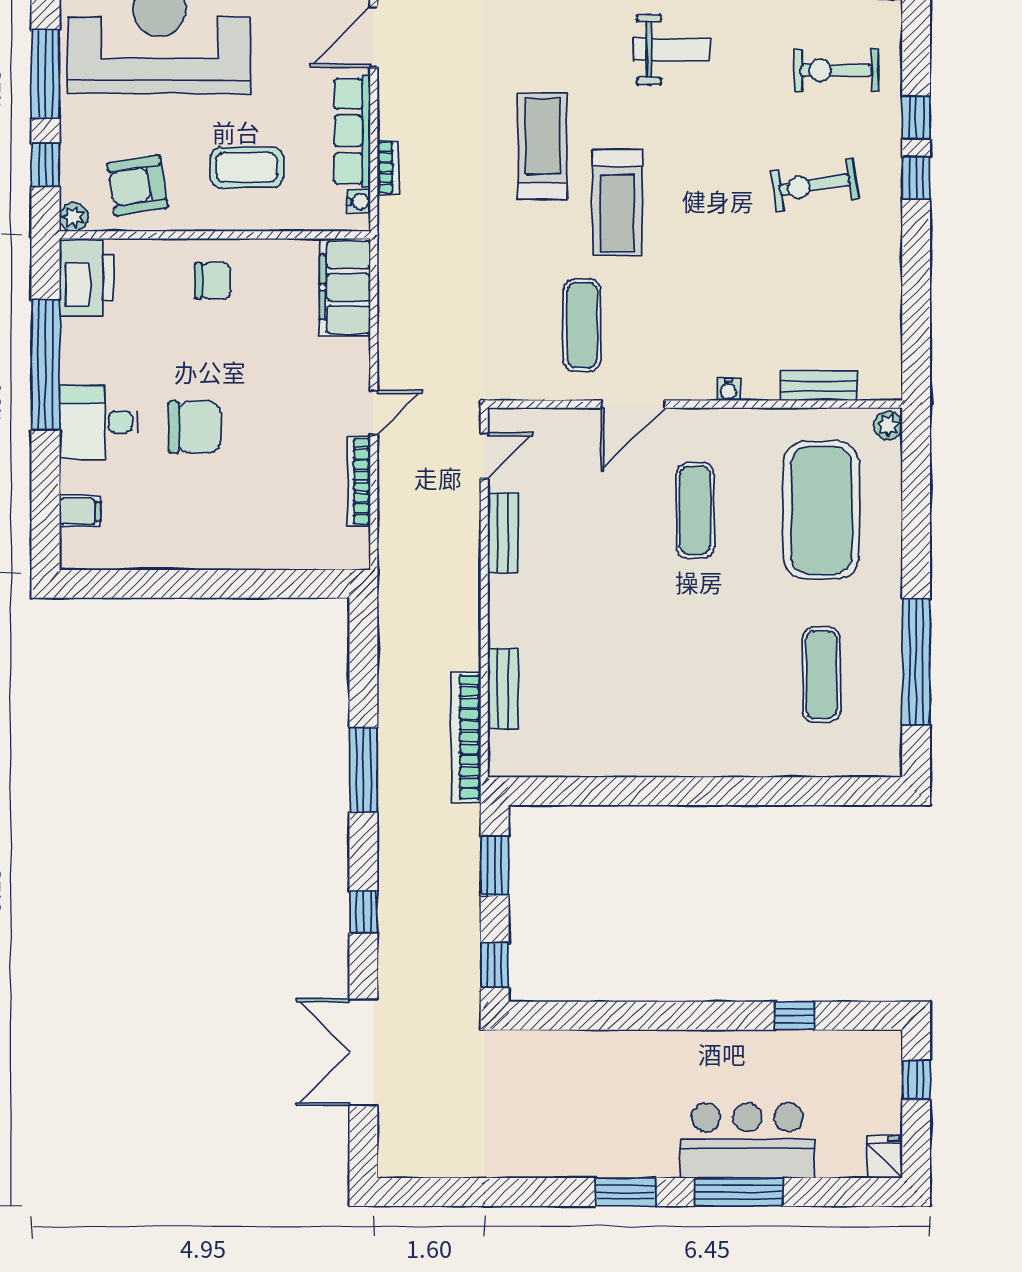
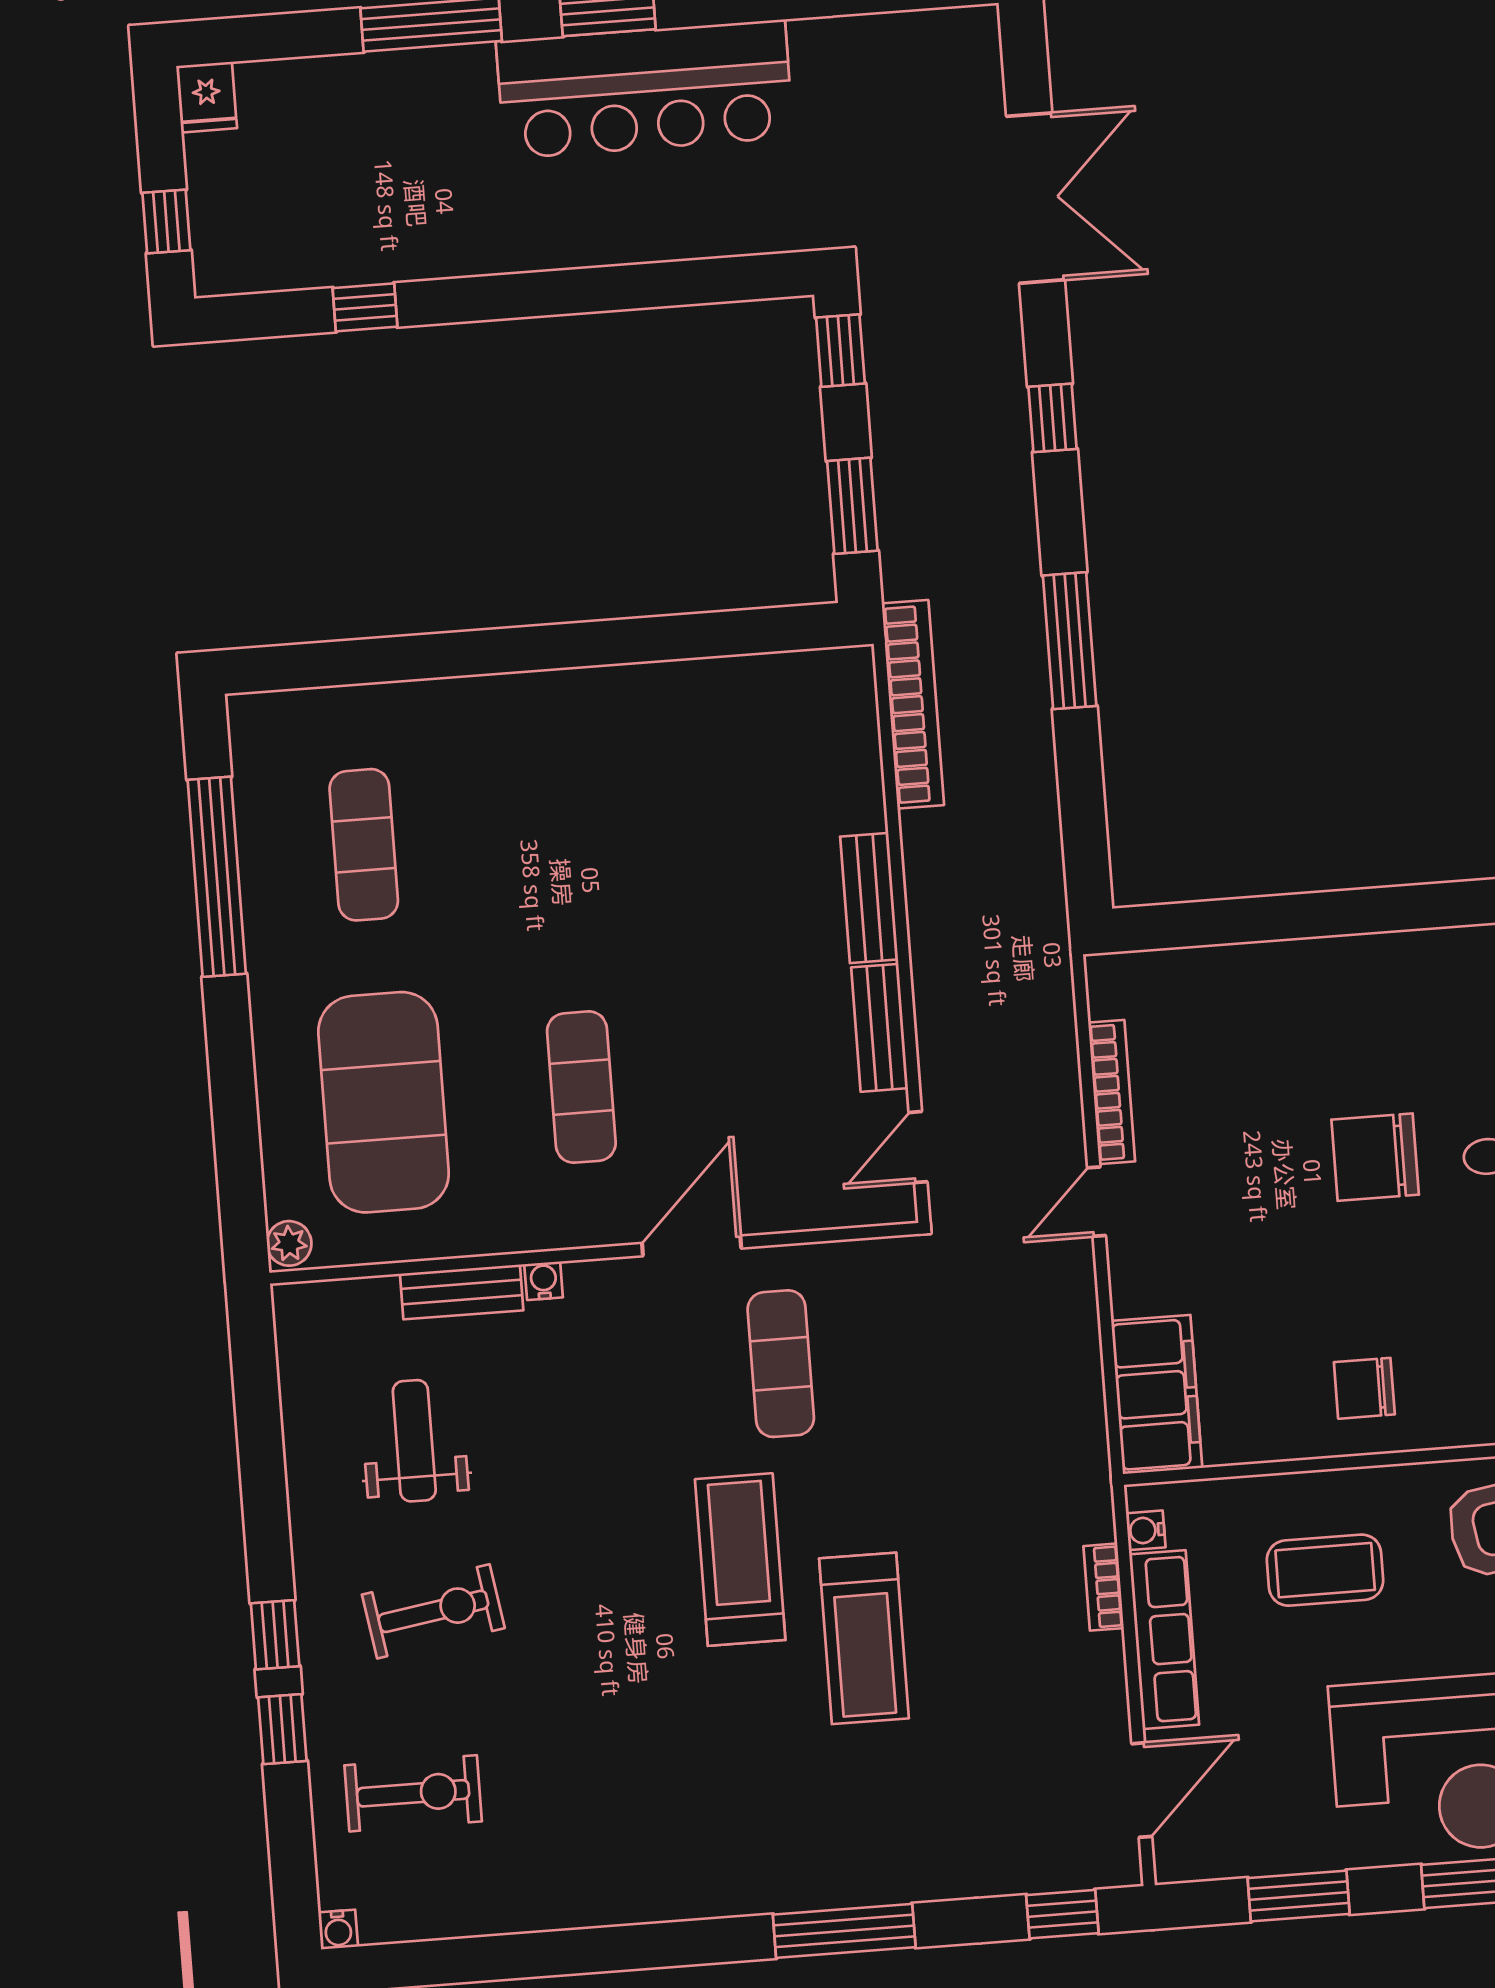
weight bench: (672, 49) -> (414, 1441), moved, turned 90
bench: (819, 386) -> (462, 1292), moved
bench: (503, 689) -> (869, 898), moved
bar counter: (747, 1141) -> (645, 89), moved, width x1.36

